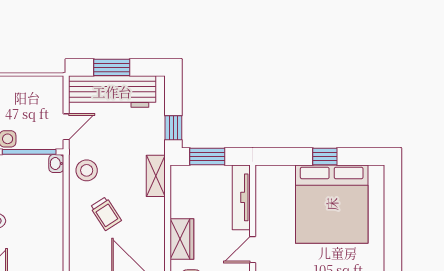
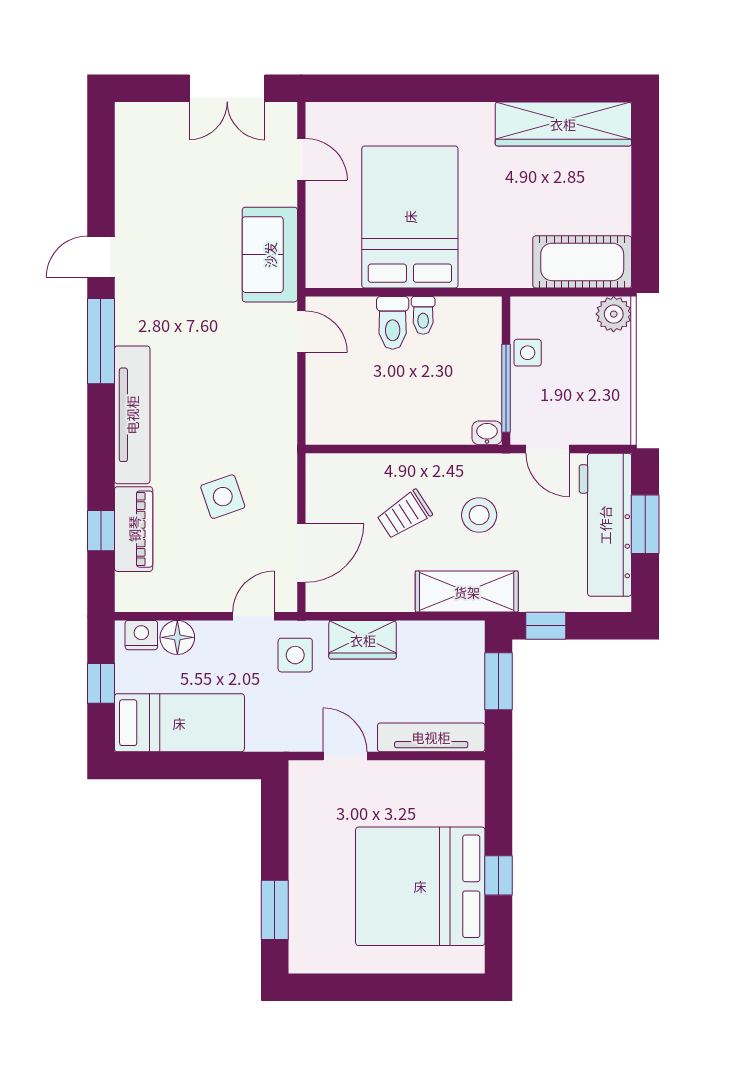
stool: (87, 170) -> (479, 515), moved
shelving: (156, 176) -> (467, 592), width x1.50, depth x1.33

